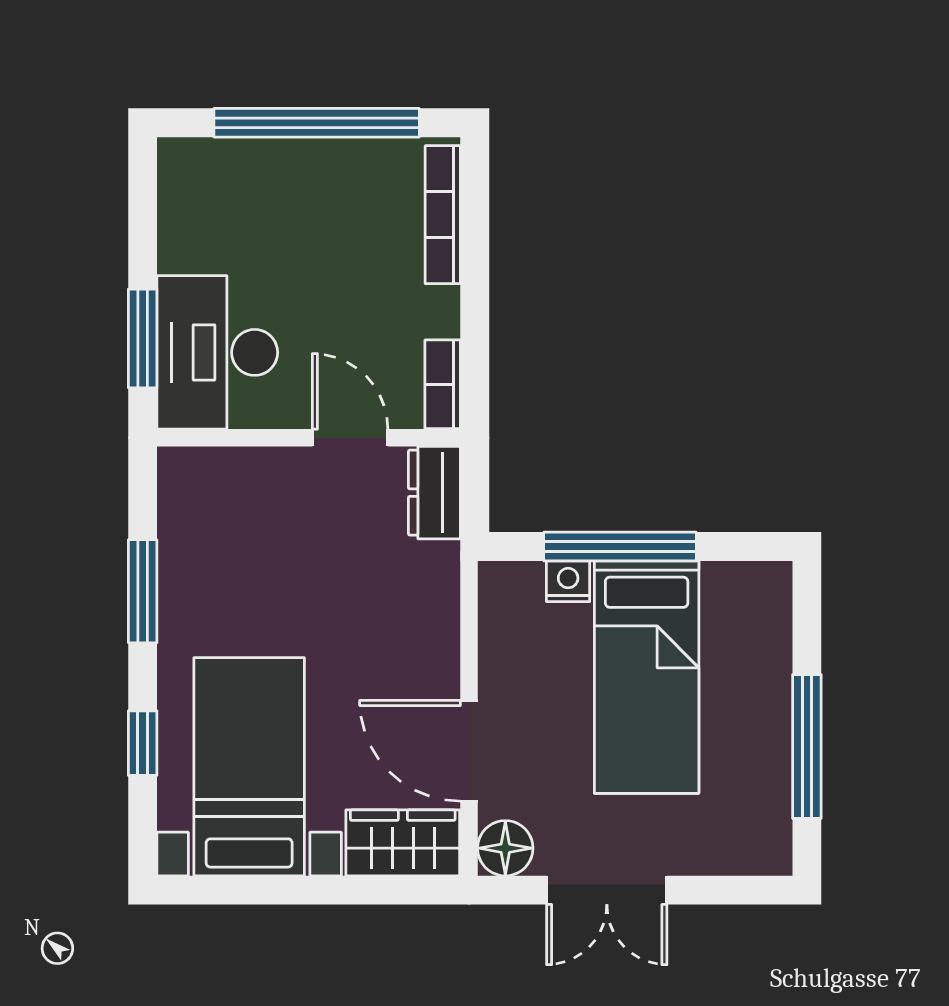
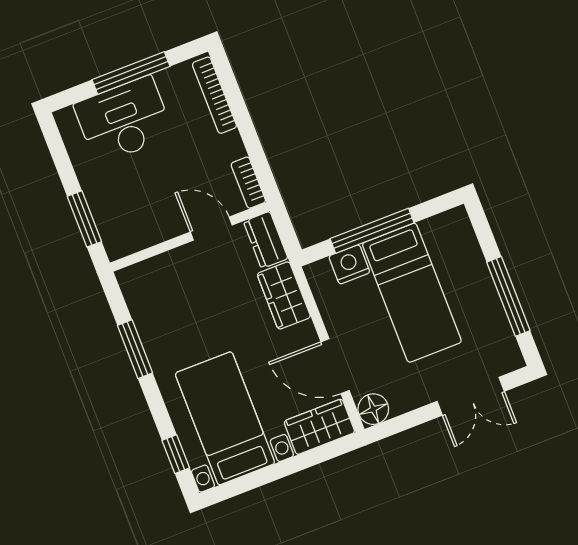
window: (317, 123) -> (131, 73), width x0.68
desk: (217, 352) -> (124, 120), moved, turned 90
nightstand: (568, 581) -> (349, 264), width x1.39, depth x1.35
wardrobe: (429, 598) -> (284, 295), added
window: (143, 743) -> (176, 454), moved
double door: (607, 890) -> (471, 396), moved

